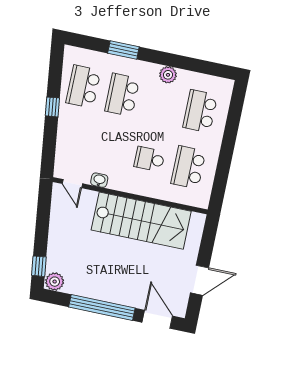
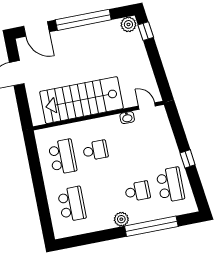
window: (123, 50) -> (151, 226), width x2.11
plant: (168, 75) -> (121, 219), moved
school desk: (122, 95) -> (137, 191), width x0.54

